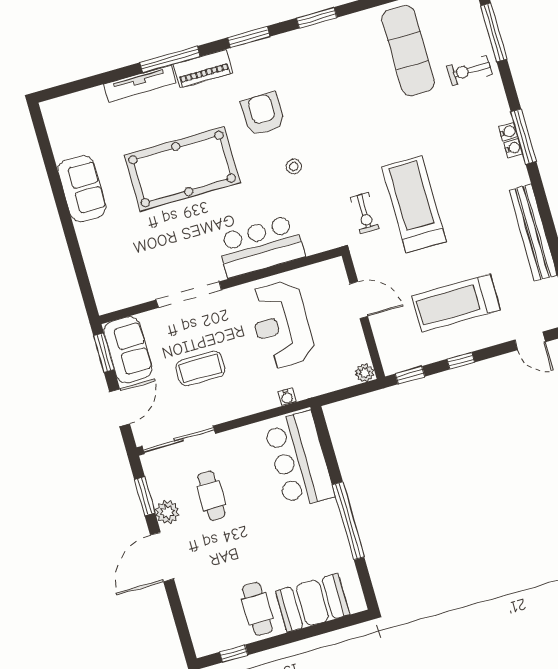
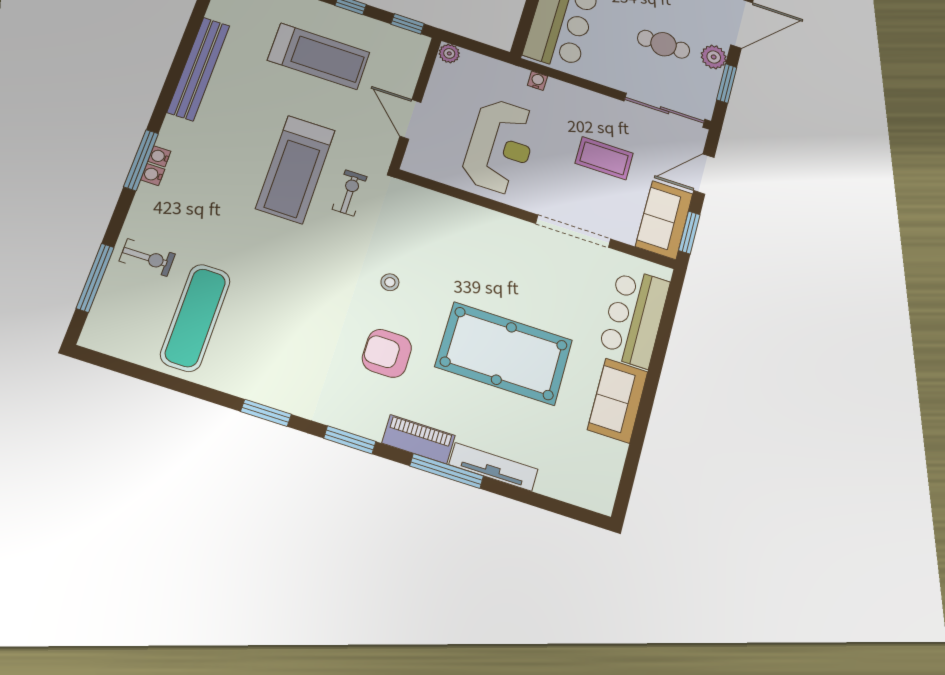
armchair: (263, 114) -> (387, 353), turned 90
bar counter: (261, 246) -> (634, 317), moved, turned 90
cafe table: (211, 496) -> (664, 44), turned 90

